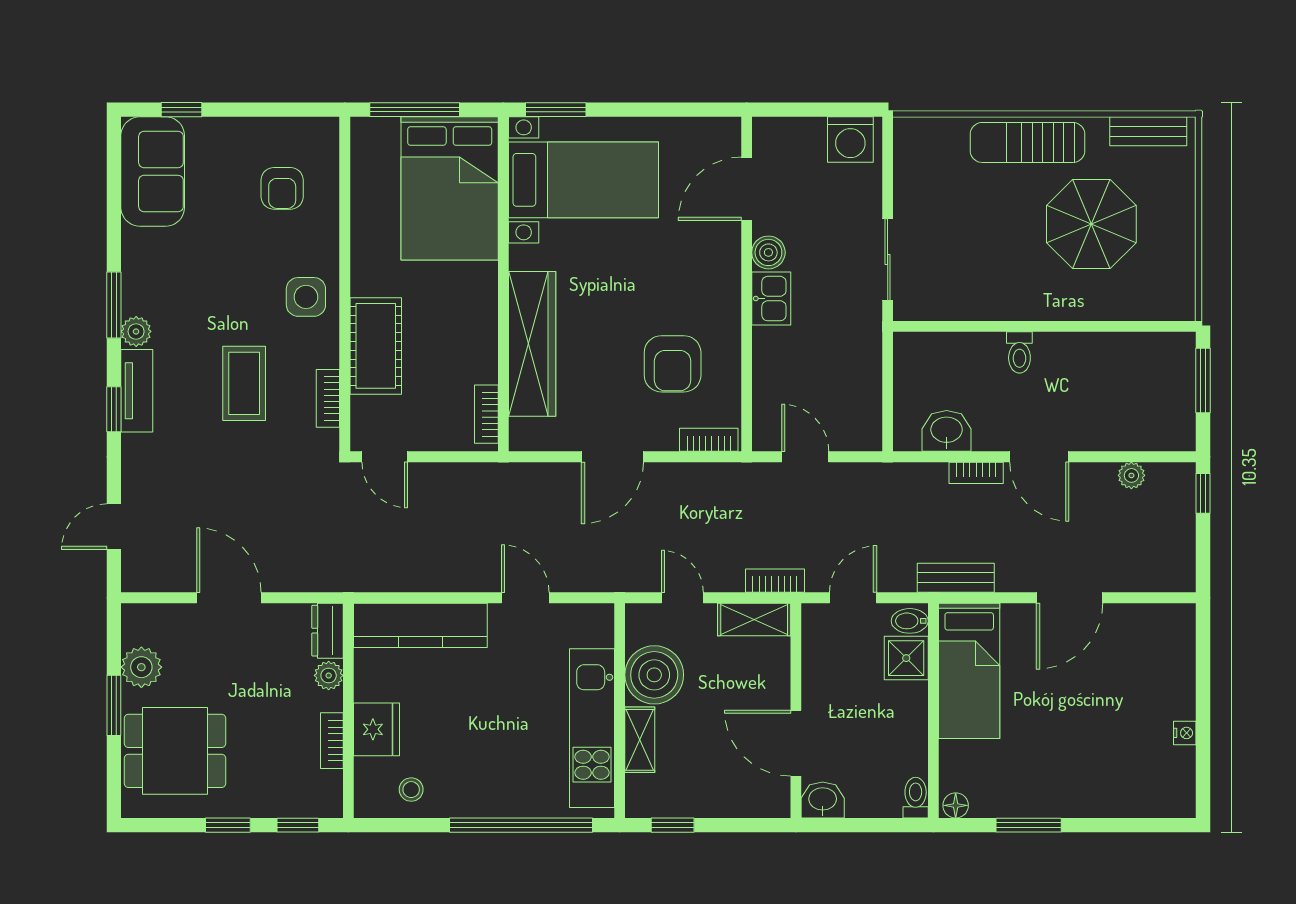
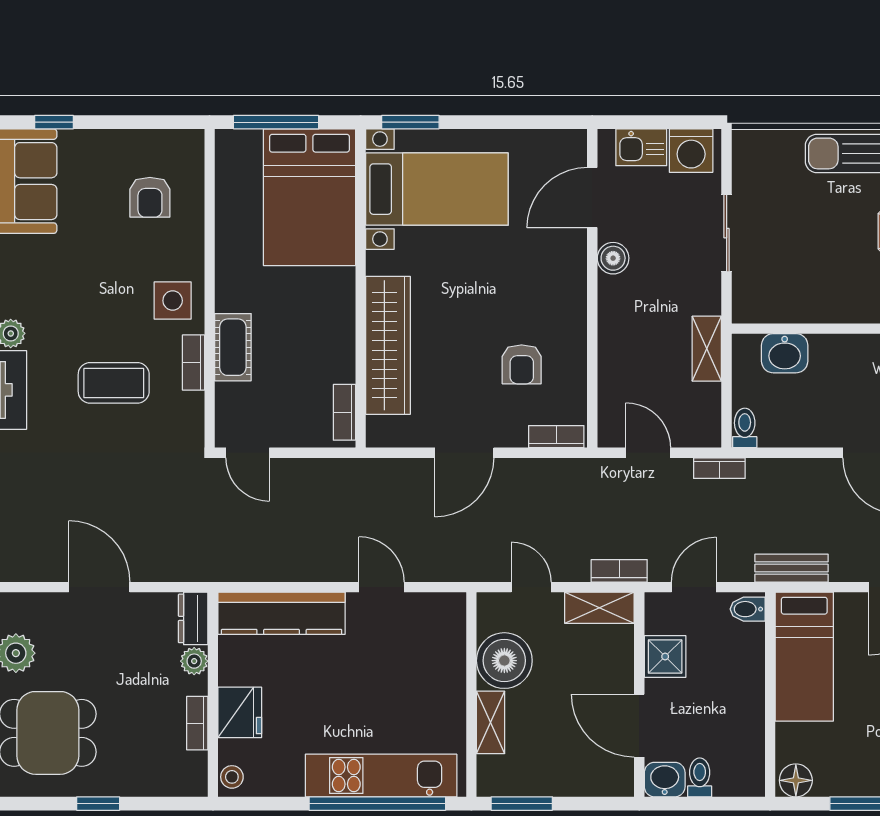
sliding door: (888, 260) -> (727, 233), moved
kitchen sink: (771, 299) -> (641, 147), moved, turned 90
cot: (376, 346) -> (233, 347), width x0.73, depth x0.75
shelving: (867, 347) -> (707, 349), added
toilet: (1019, 352) -> (745, 428), moved, turned 180
armchair: (673, 364) -> (522, 364), width x0.72, depth x0.72
coffee table: (244, 383) -> (114, 383), turned 90
bookcase: (328, 398) -> (193, 363), moved
washbasin: (947, 431) -> (785, 353), moved, turned 180
bookcase: (976, 473) -> (719, 468), moved
shower: (906, 658) -> (665, 656), moved
kitchen unit: (592, 728) -> (381, 776), moved, turned 90
stool: (411, 790) -> (232, 777), moved
toilet: (916, 798) -> (700, 777), moved
floor lamp: (956, 805) -> (796, 780), width x1.37, depth x1.37
window: (298, 825) -> (165, 804), removed
window: (673, 825) -> (522, 804), width x1.50

